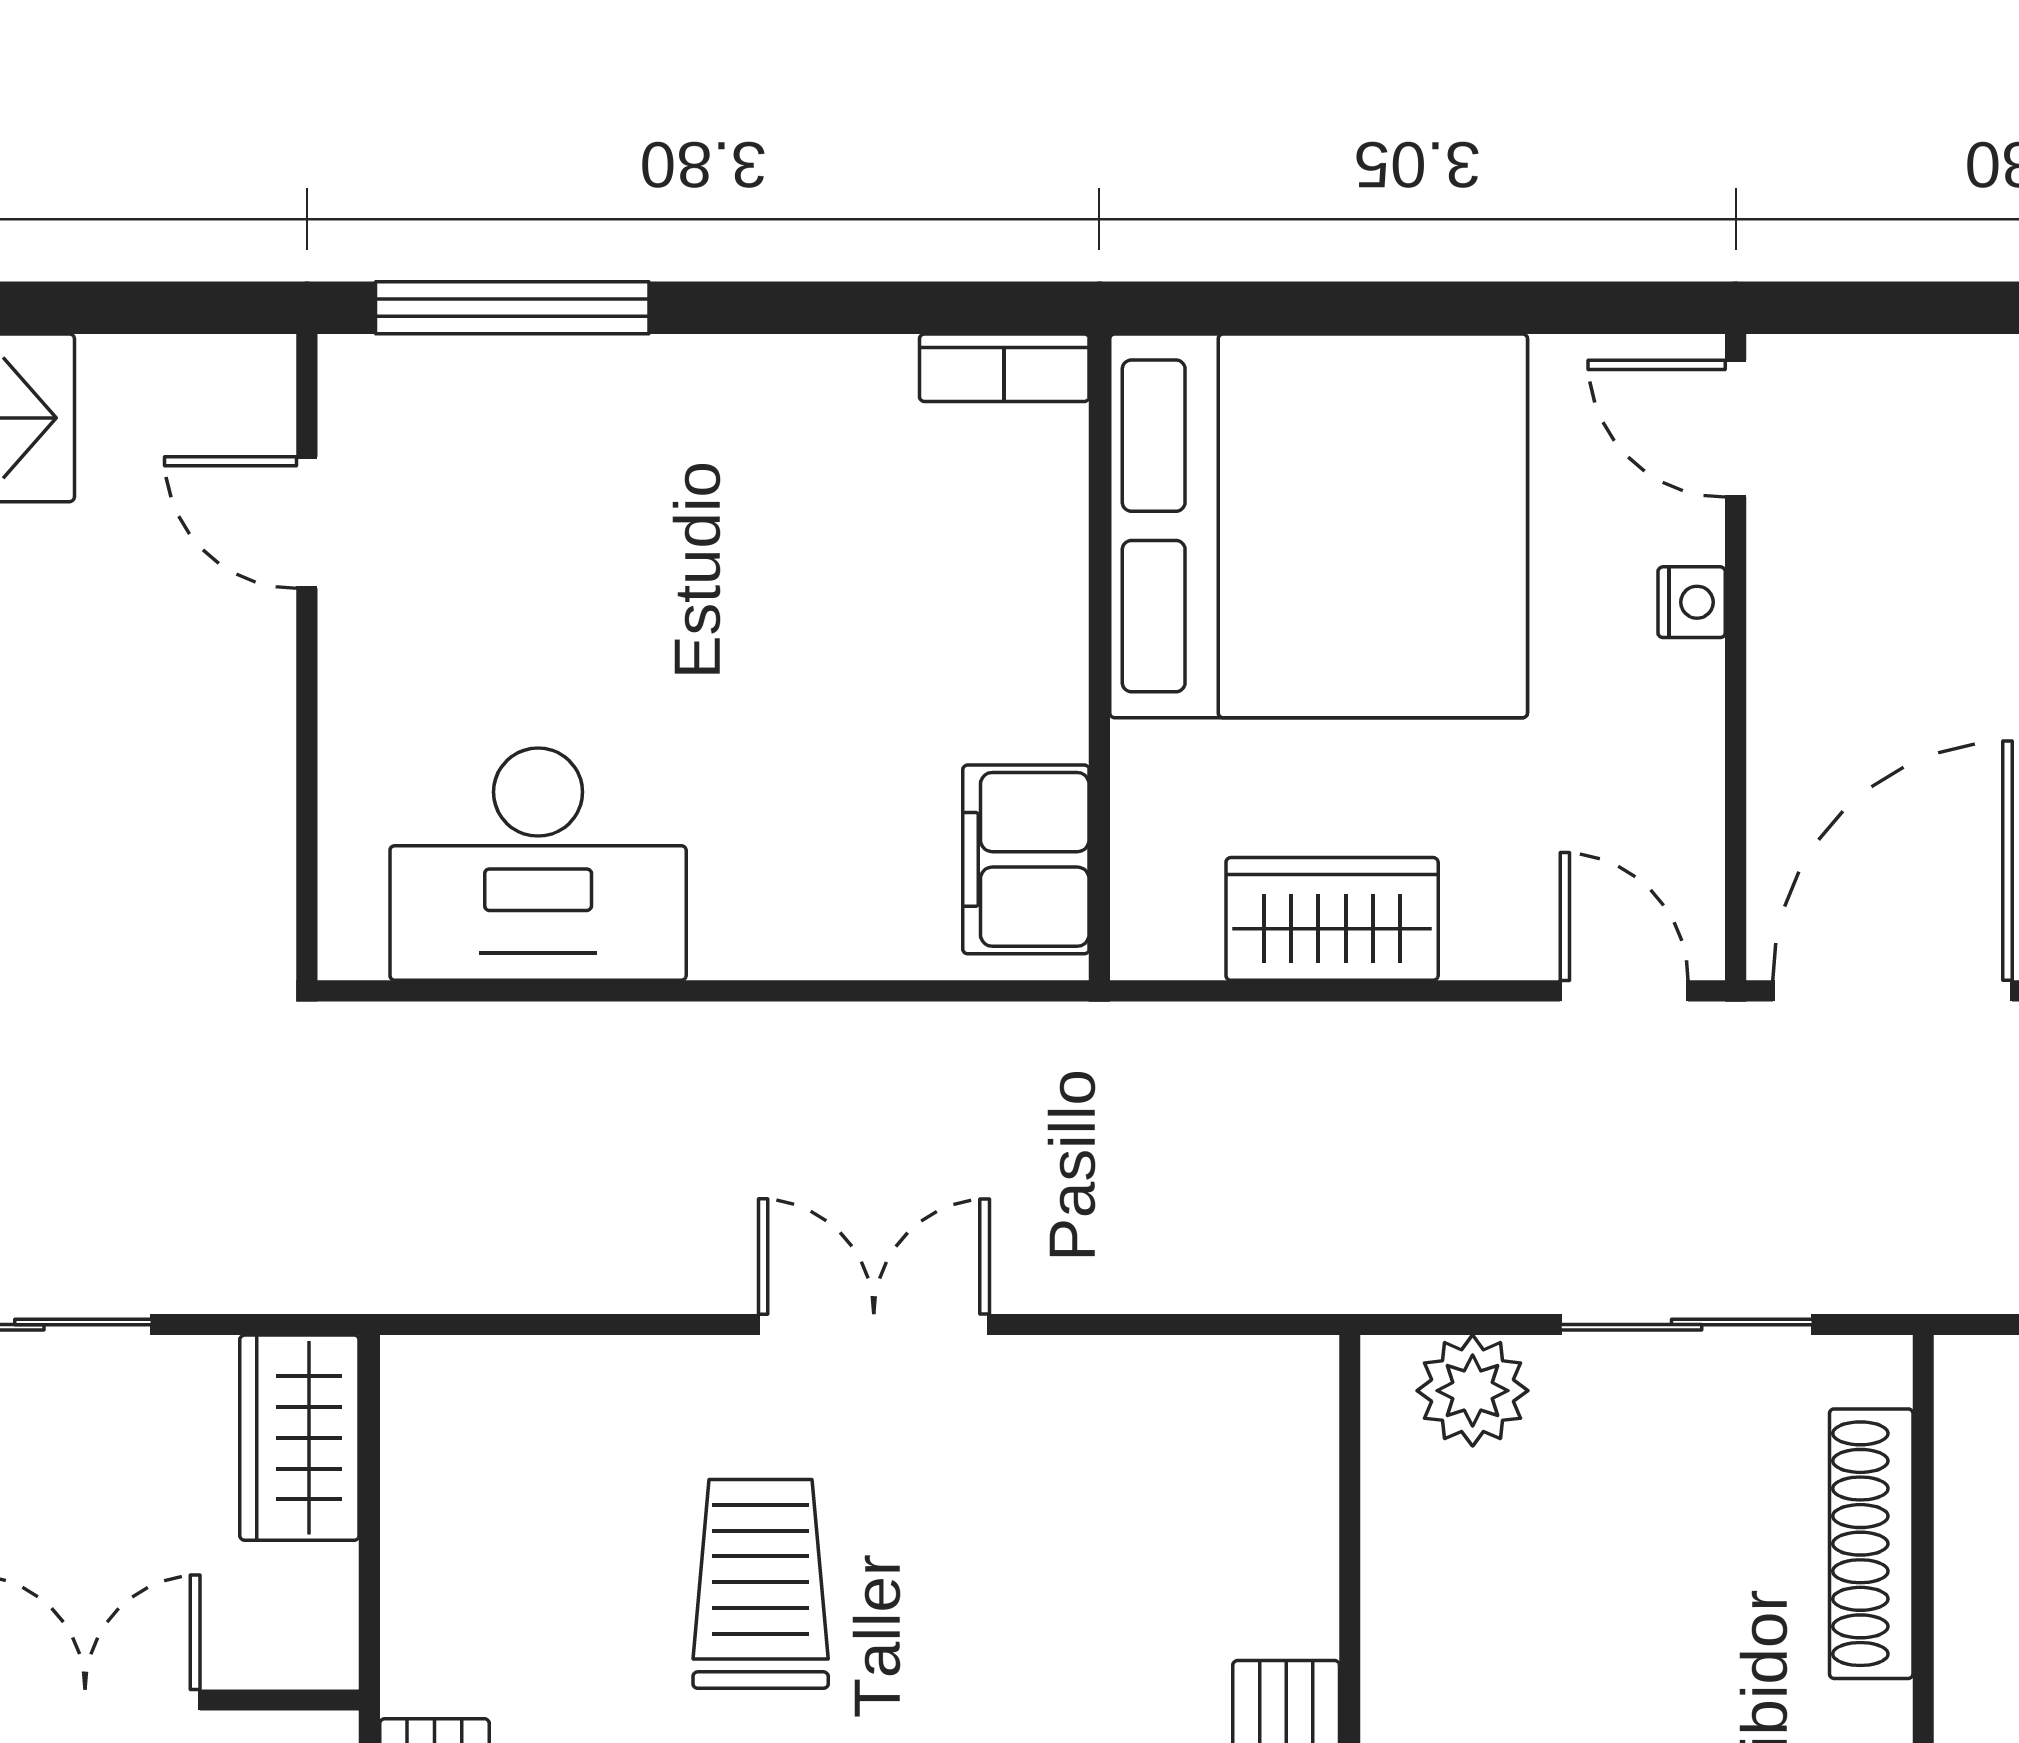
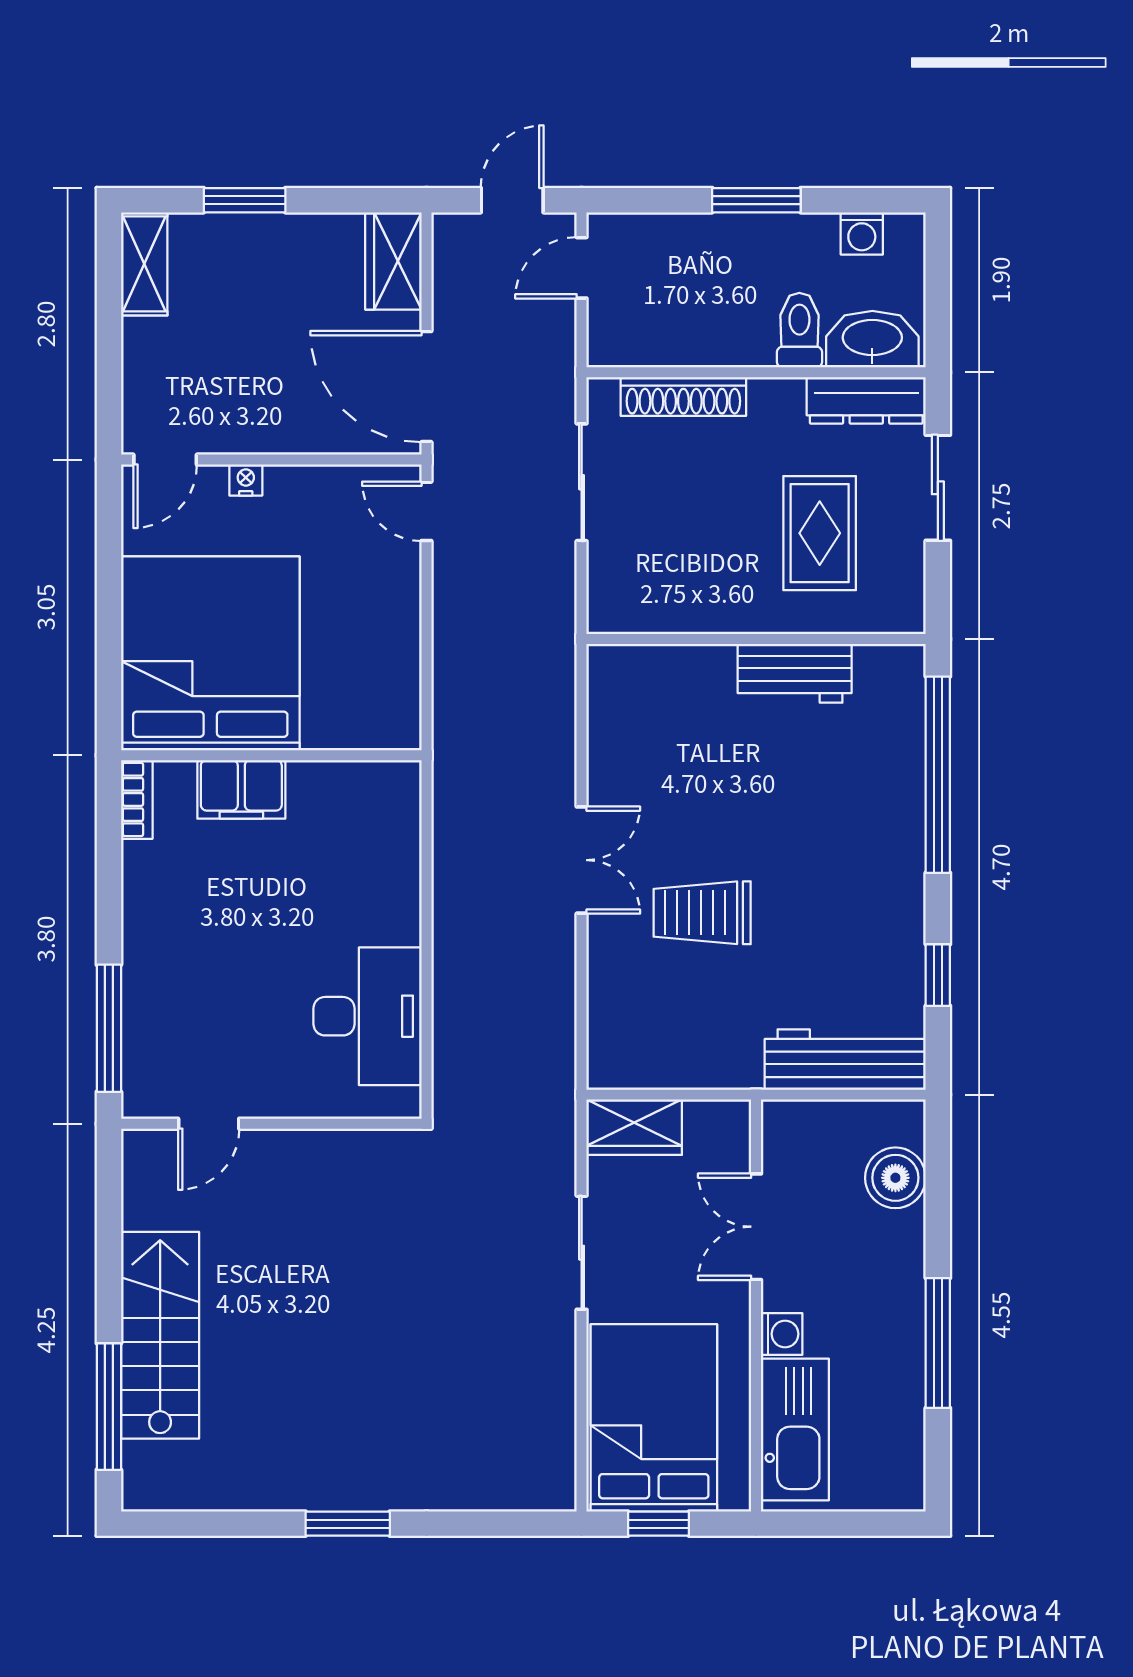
filing cabinet: (1026, 859) -> (241, 789), moved
wardrobe: (1332, 919) -> (393, 647), removed
door: (1624, 991) -> (426, 511), hinge flipped
double door: (874, 1325) -> (582, 860), swing flipped
plant: (1473, 1391) -> (612, 582), removed

